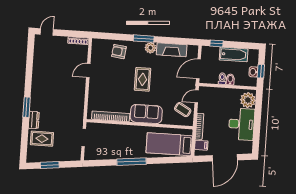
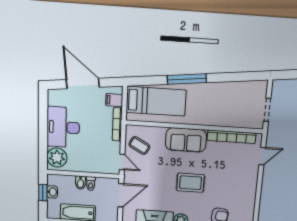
door: (88, 70) -> (262, 156), moved
rug: (143, 79) -> (191, 183), turned 90
door: (197, 96) -> (122, 162), hinge flipped
door: (225, 158) -> (83, 83), hinge flipped
window: (131, 162) -> (187, 79), moved

